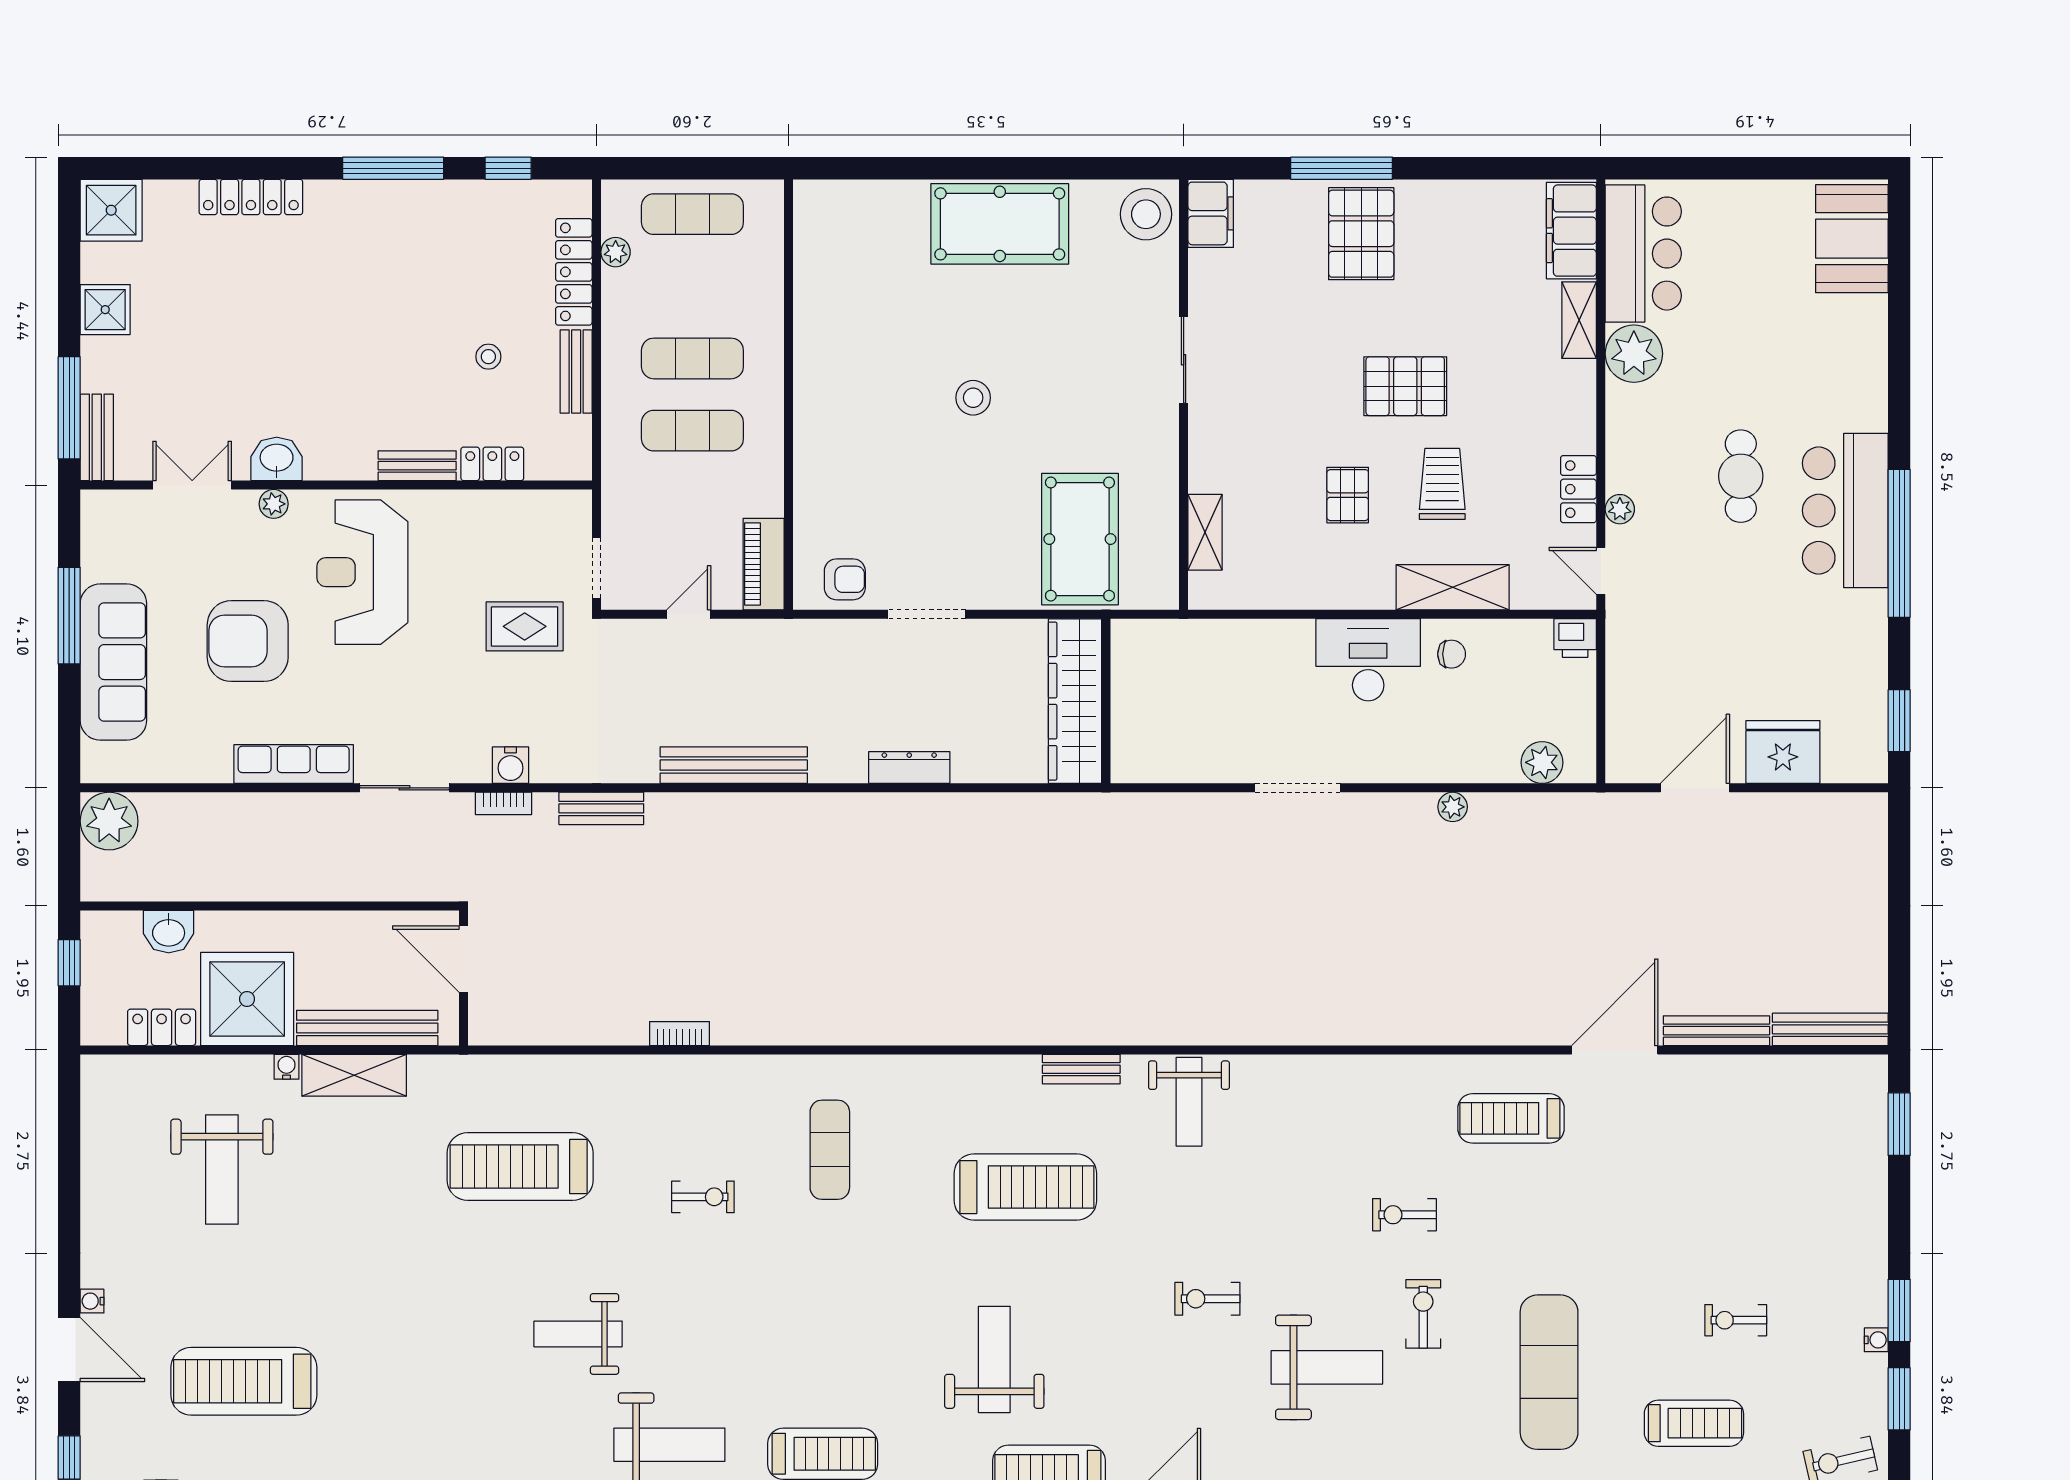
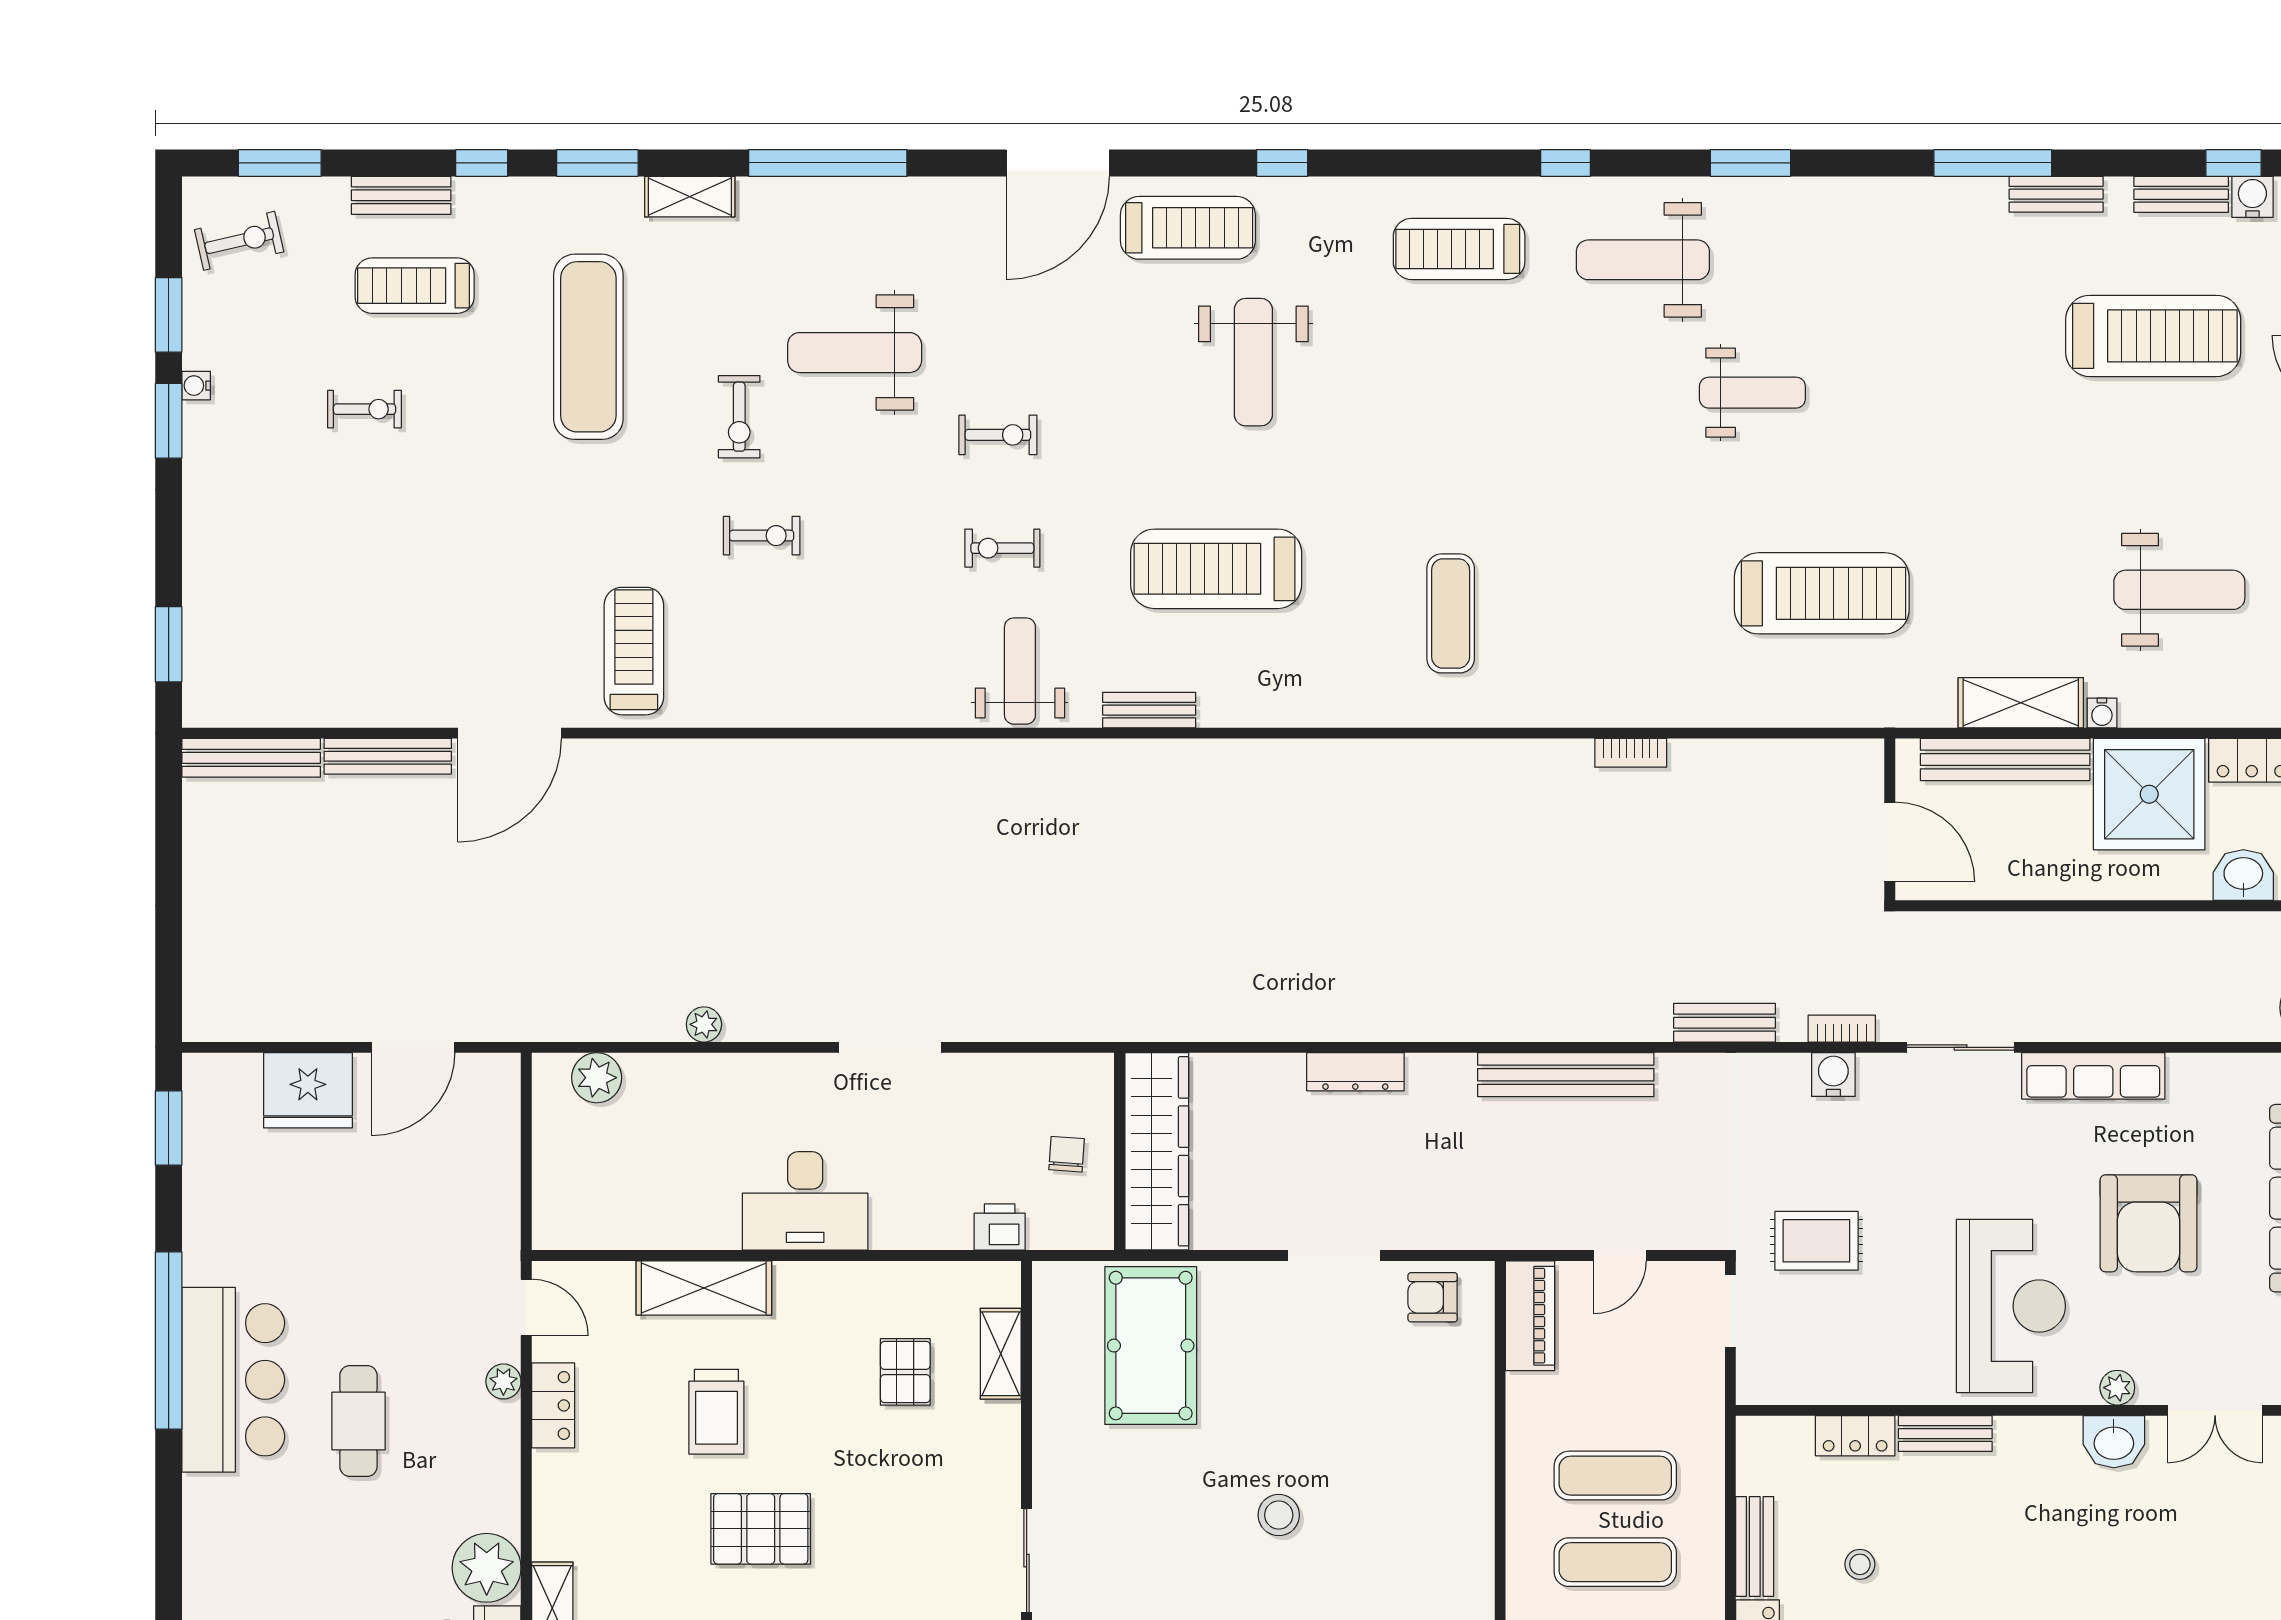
pallet: (1348, 495) -> (905, 1372), moved
printer: (1575, 638) -> (1000, 1227), moved
armchair: (248, 641) -> (2148, 1223), turned 90
chair: (1452, 654) -> (1067, 1154), moved, turned 94
treadmill: (1511, 1118) -> (634, 651), turned -90
weight bench: (222, 1169) -> (2179, 590), turned 90
exercise bike: (703, 1197) -> (1002, 548), moved

